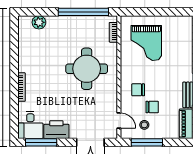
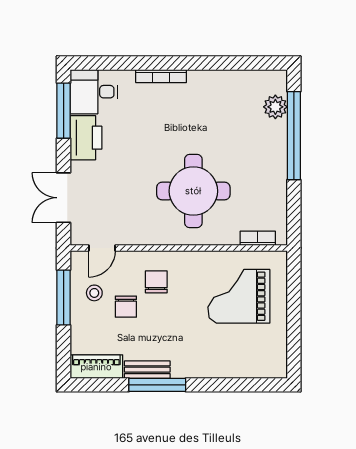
window: (83, 12) -> (294, 136), moved

